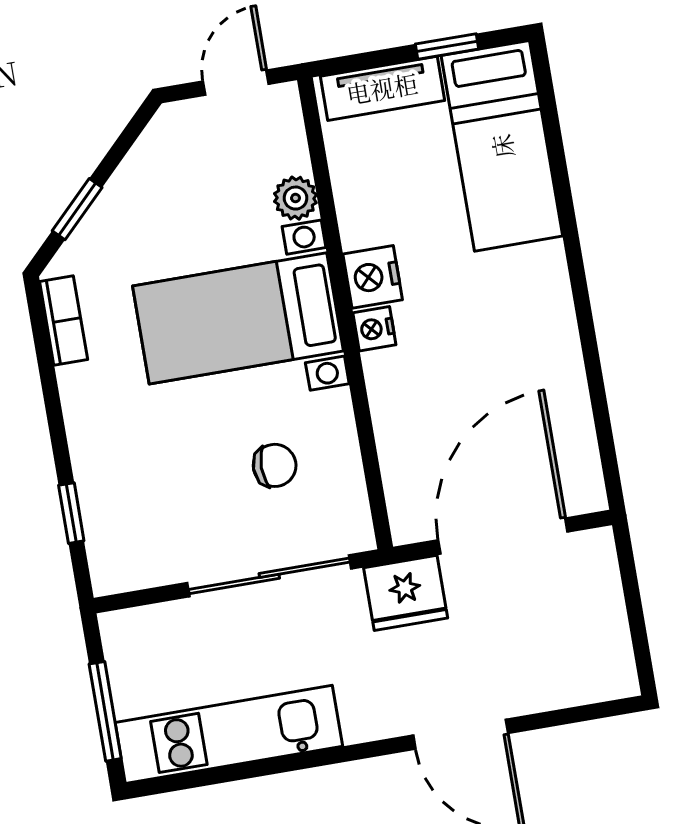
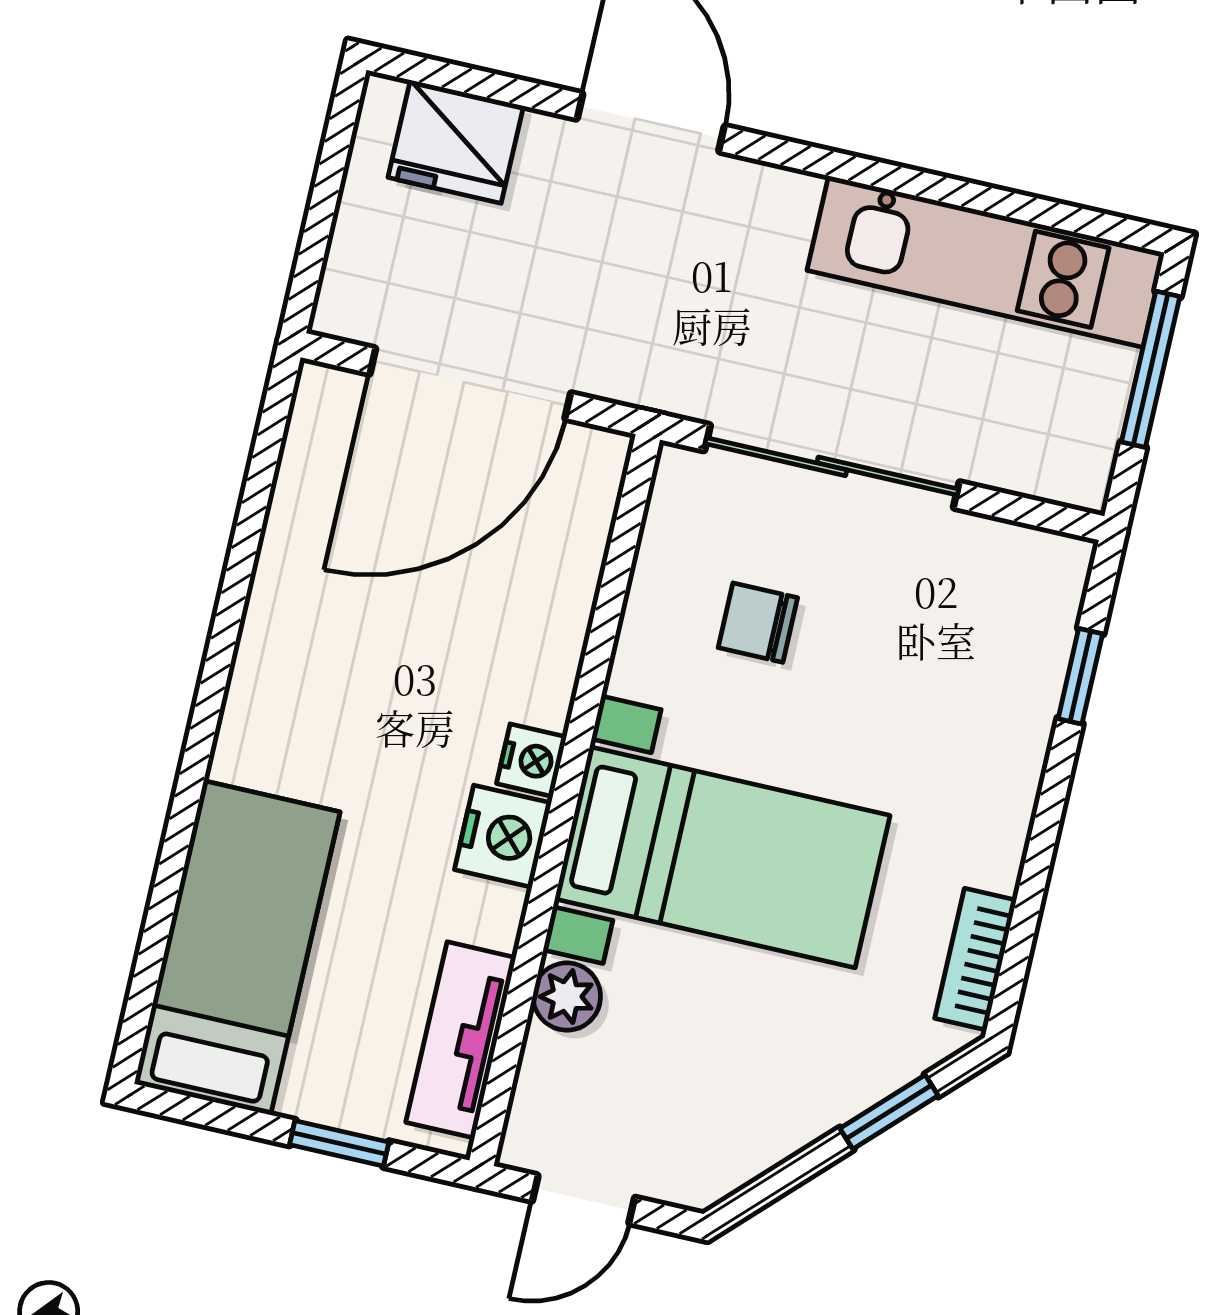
window: (447, 46) -> (339, 1143), moved
tv unit: (382, 88) -> (461, 1040), moved, turned -90
fridge: (406, 593) -> (456, 142), moved, turned 180

